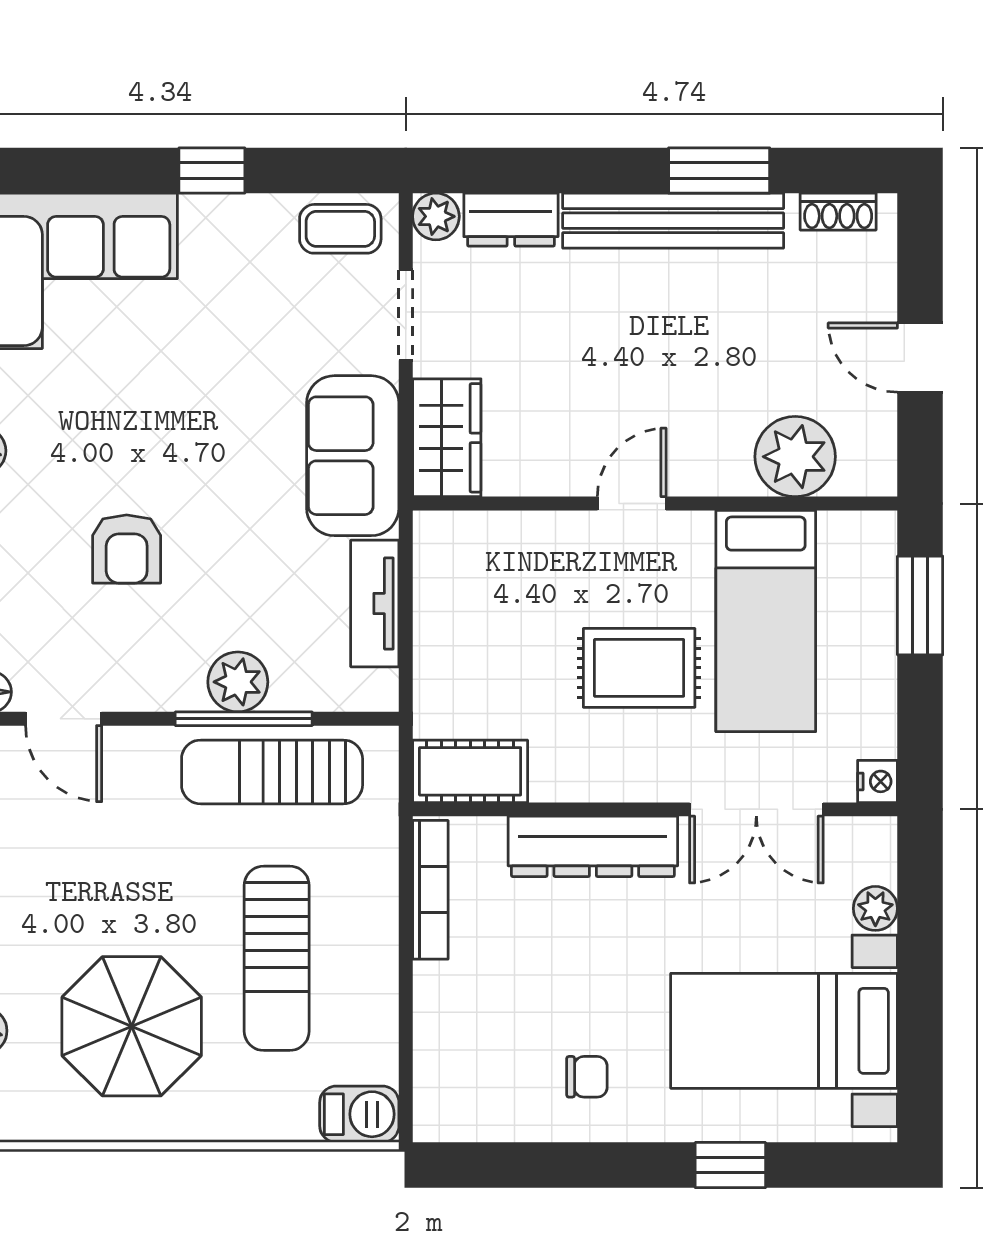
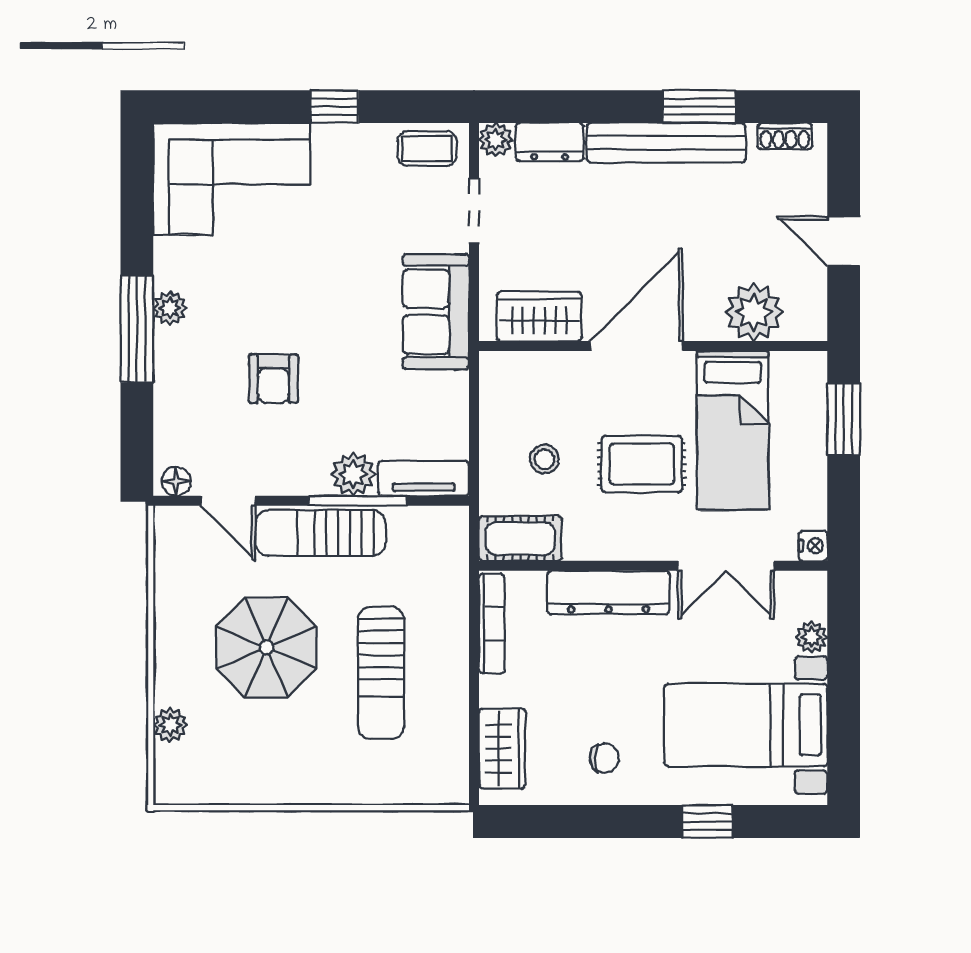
wardrobe: (447, 438) -> (539, 317), moved, turned -90
door: (632, 504) -> (636, 346), width x1.87
tv unit: (375, 603) -> (424, 478), moved, turned 90
stool: (504, 661) -> (544, 459), added
sun lounger: (272, 772) -> (321, 533), moved
parasol: (132, 1026) -> (266, 648), moved
wardrobe: (445, 1064) -> (502, 749), added
barbecue: (359, 1114) -> (441, 785), removed

